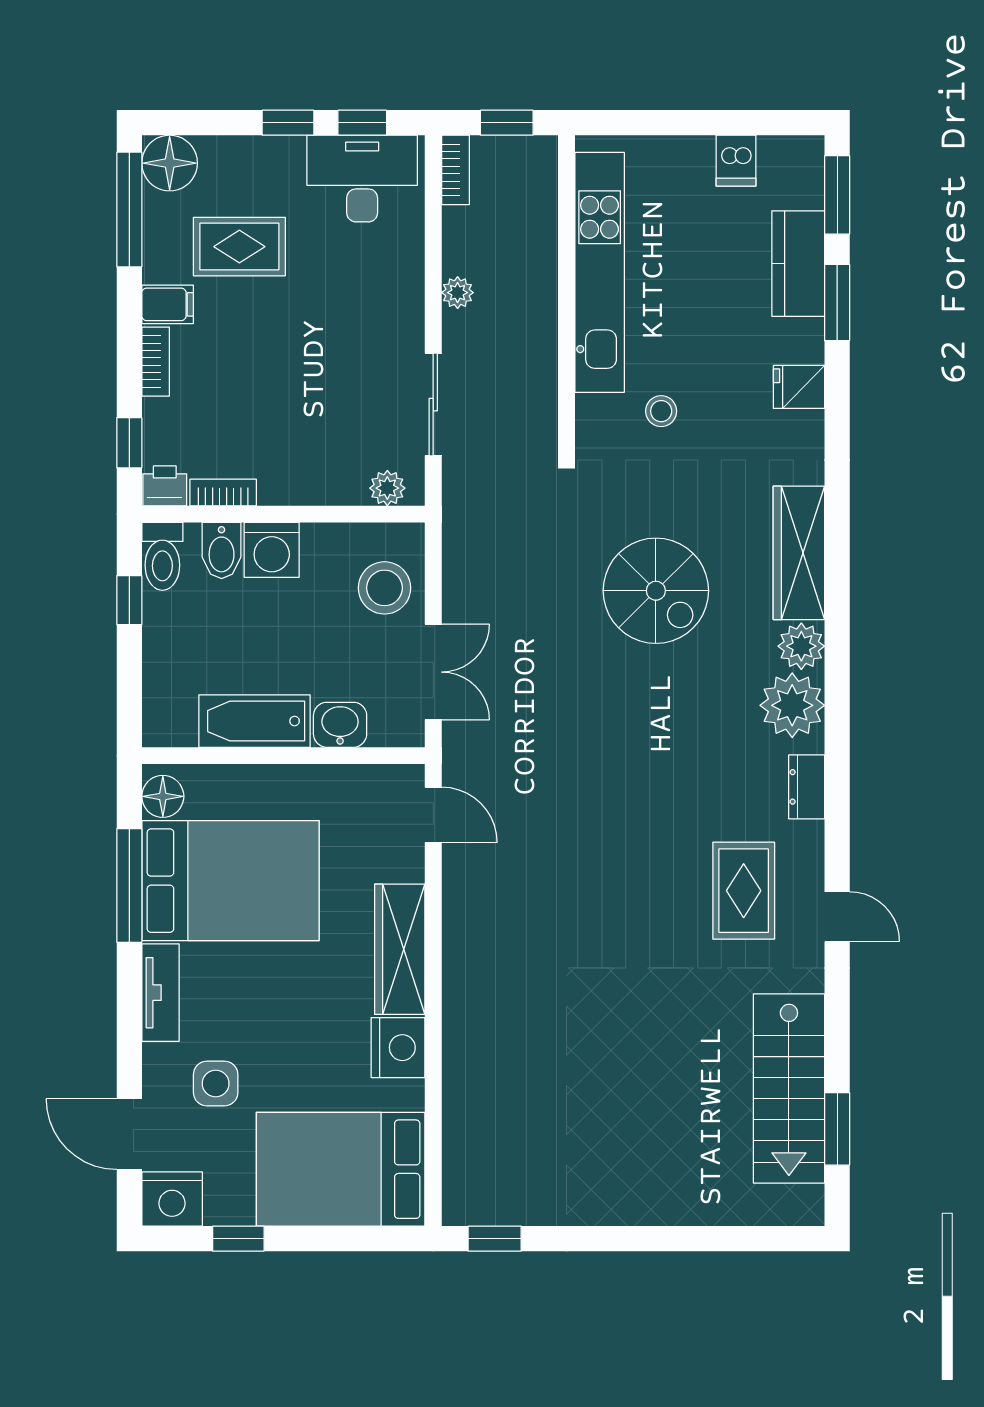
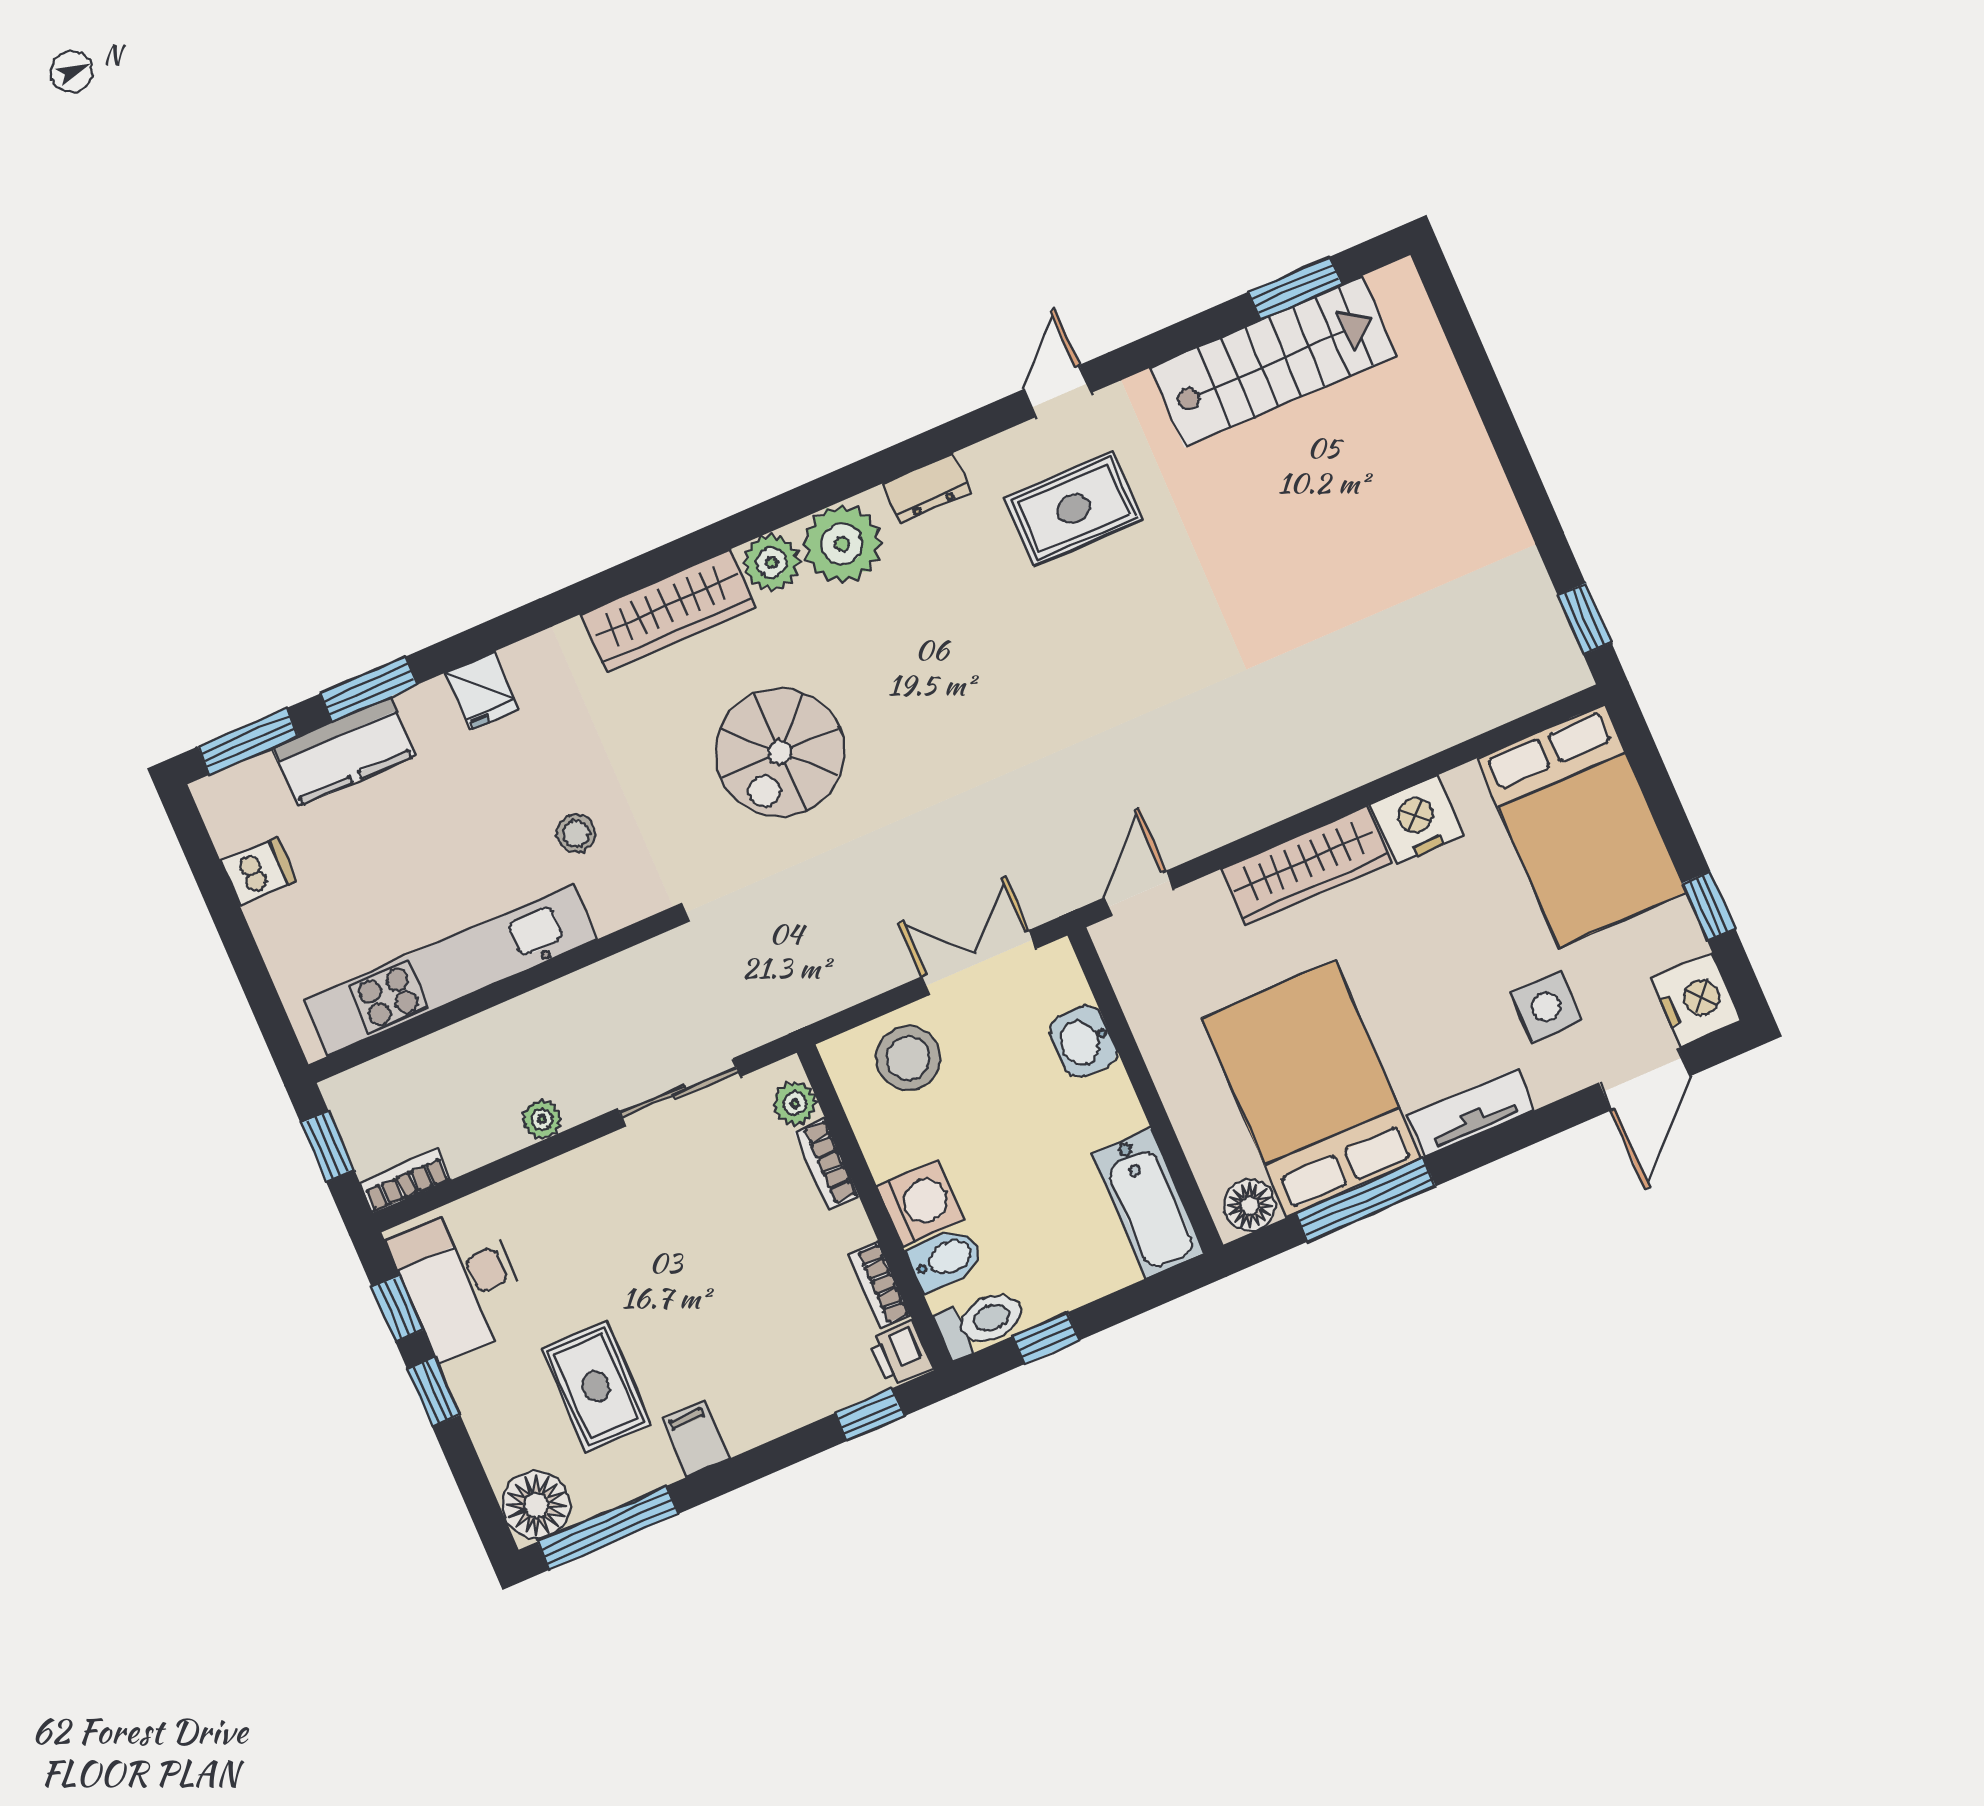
bookcase: (156, 362) -> (826, 1164), moved, turned -90
spiral stairs: (656, 591) -> (780, 752), turned 180
bathtub: (254, 721) -> (1148, 1203), moved

